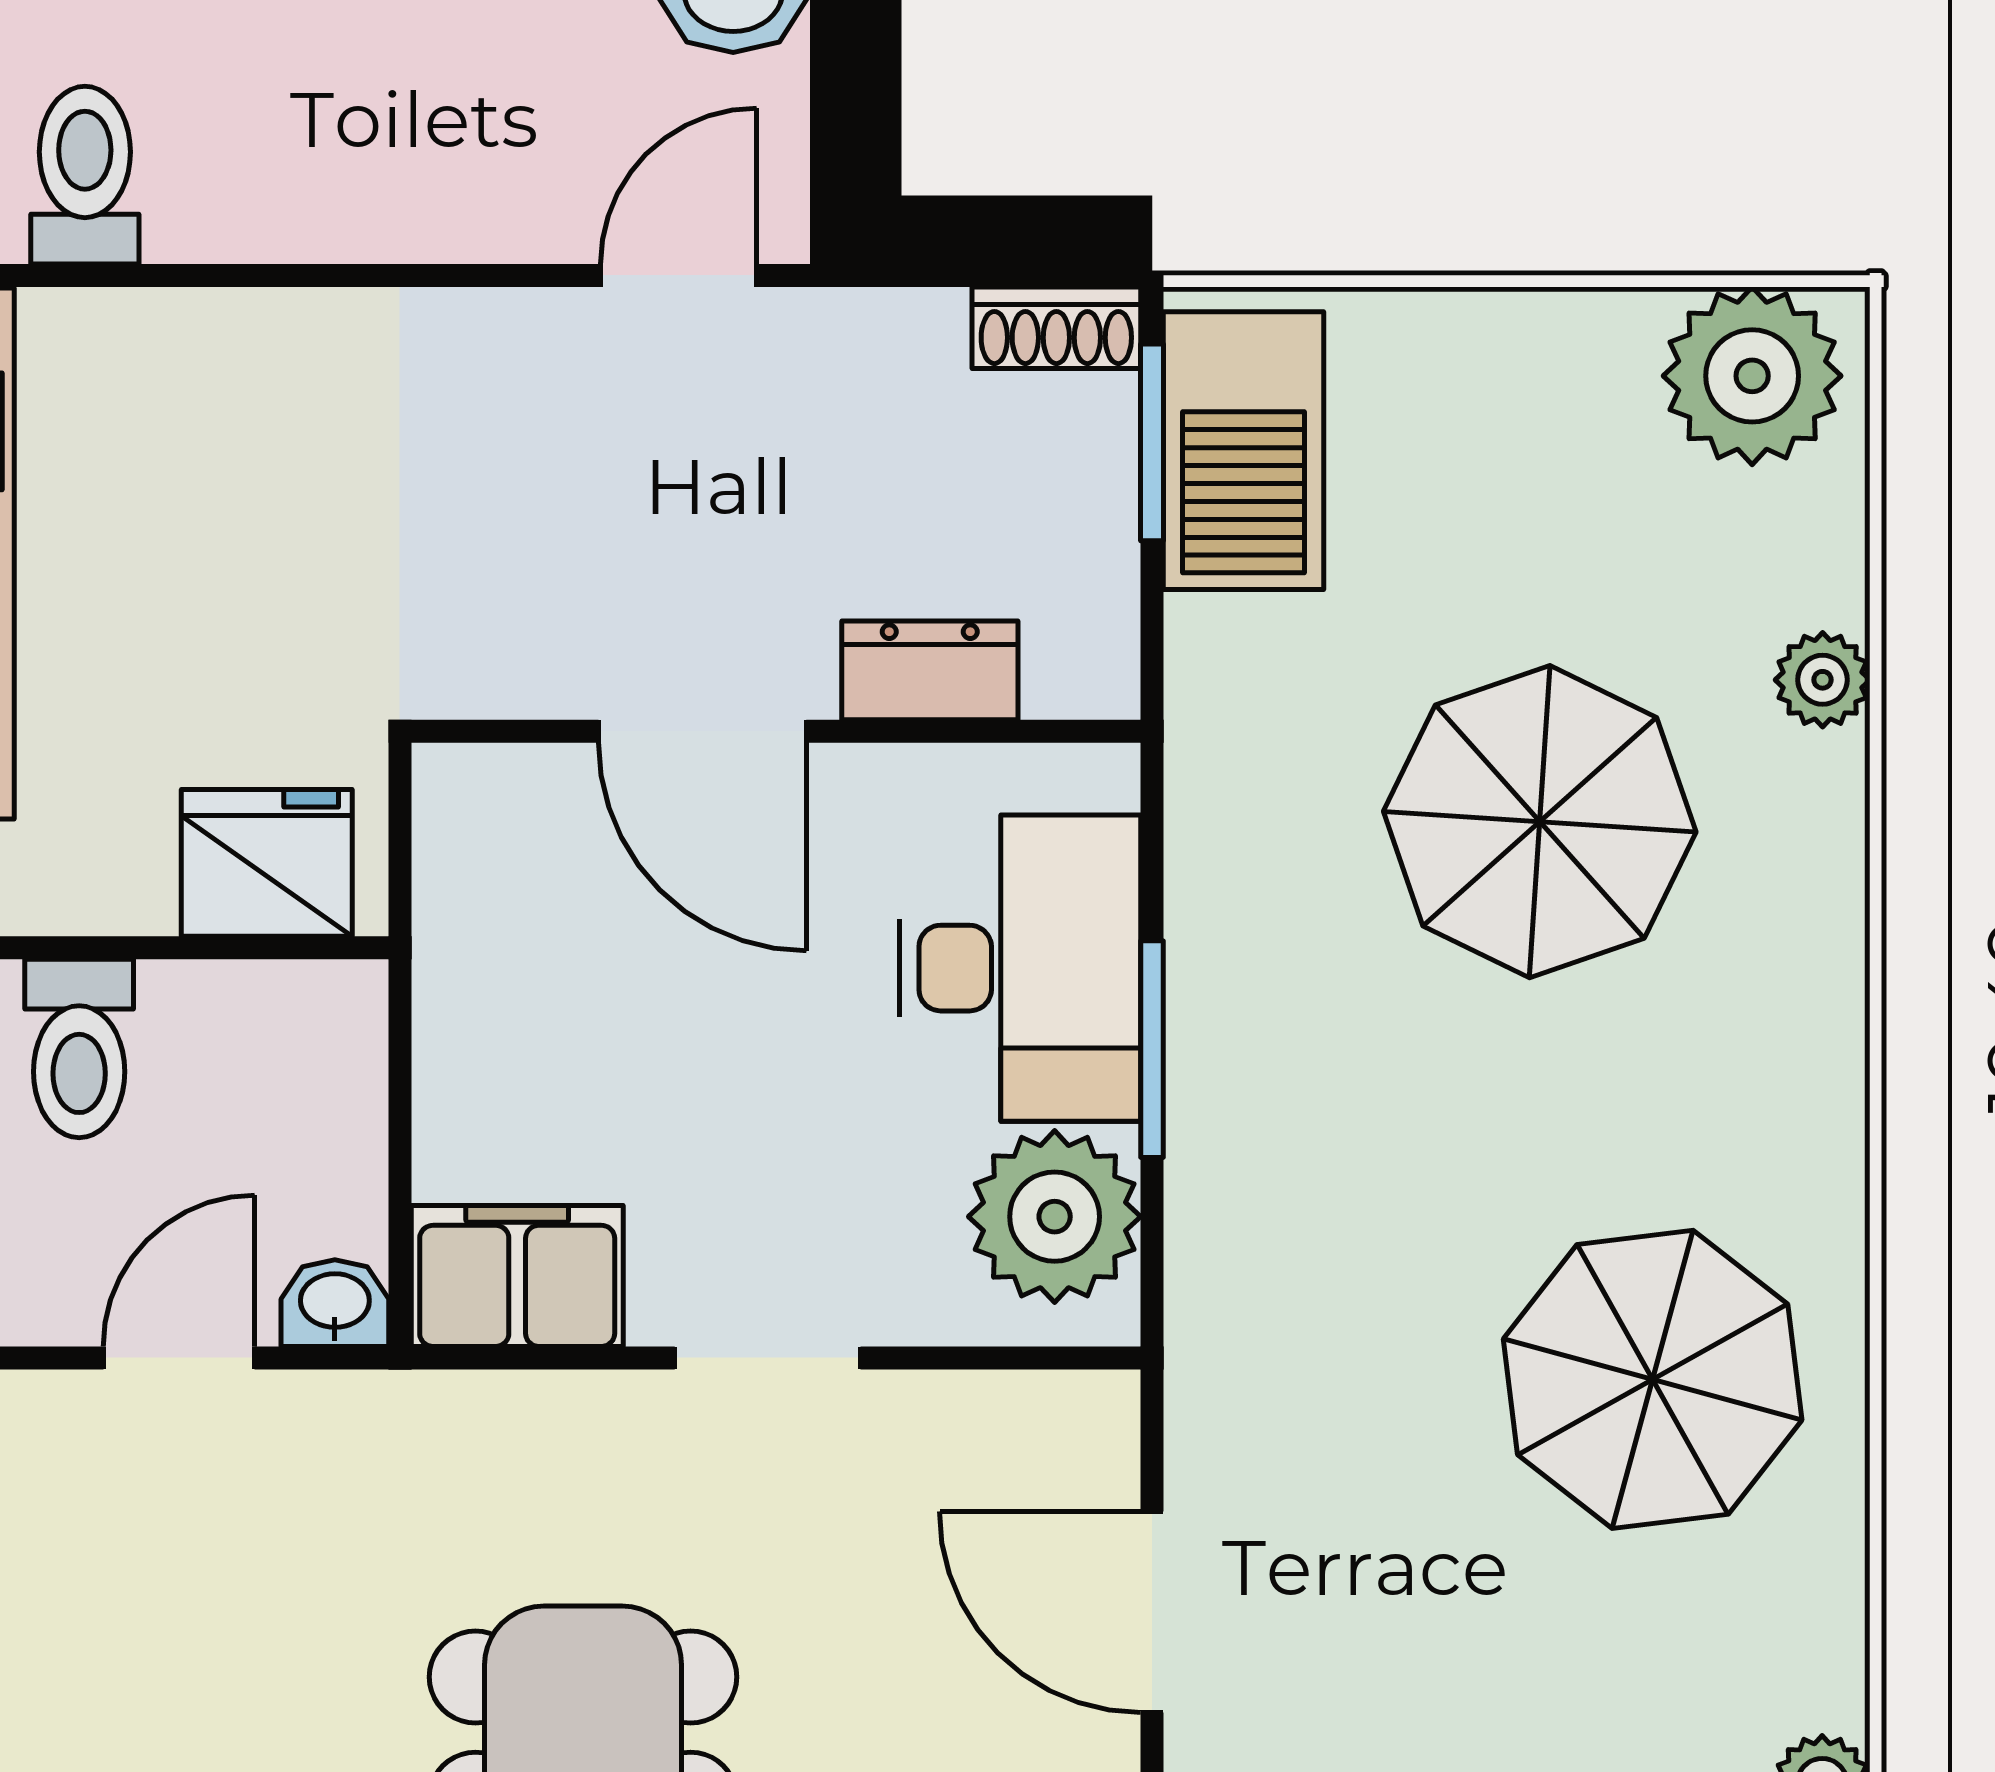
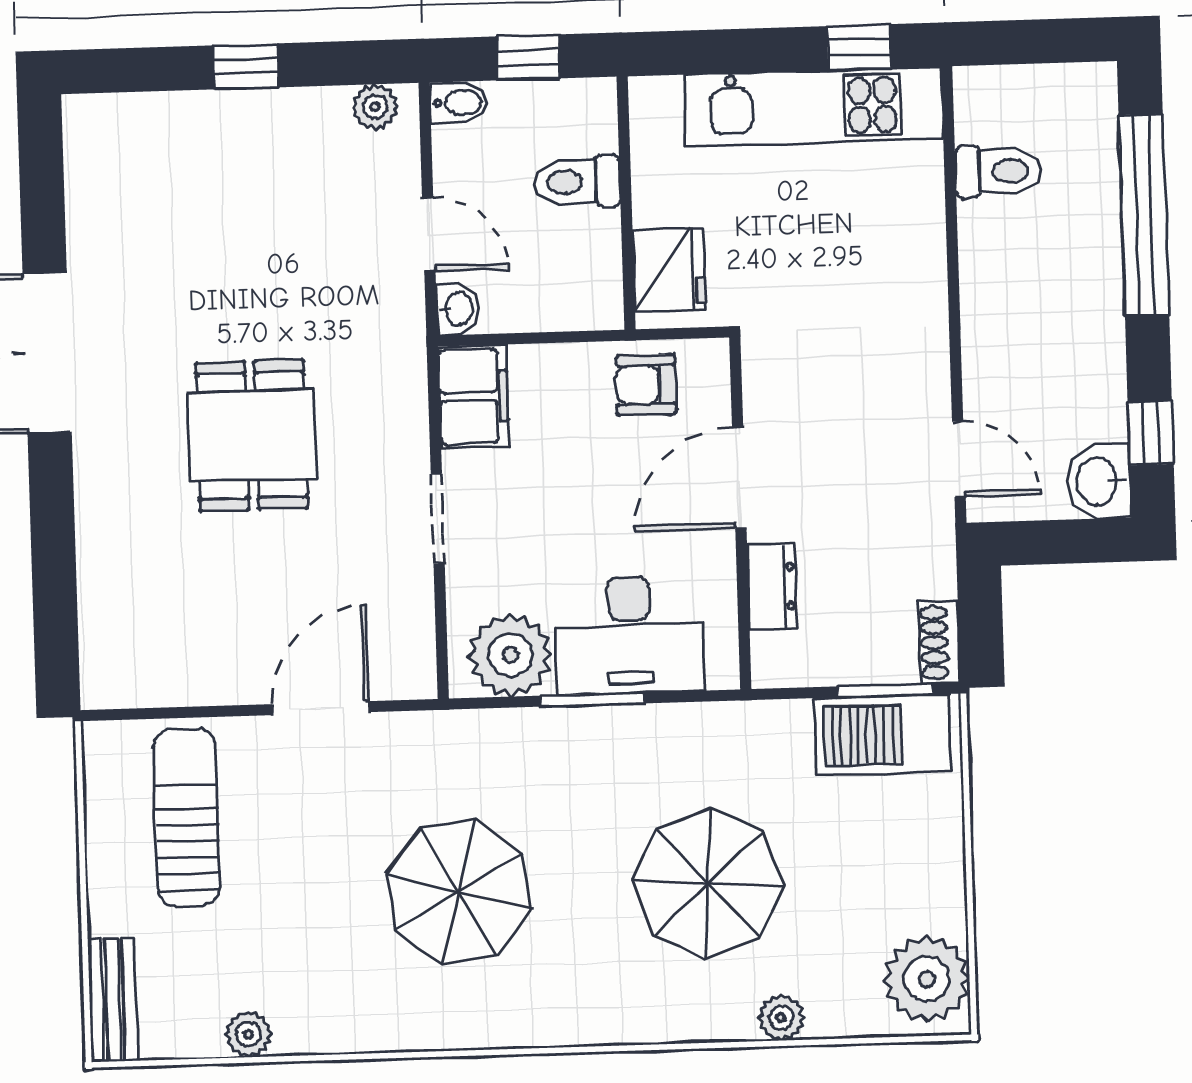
armchair: (504, 918) -> (646, 385), added
parasol: (1653, 1379) -> (459, 892), moved

